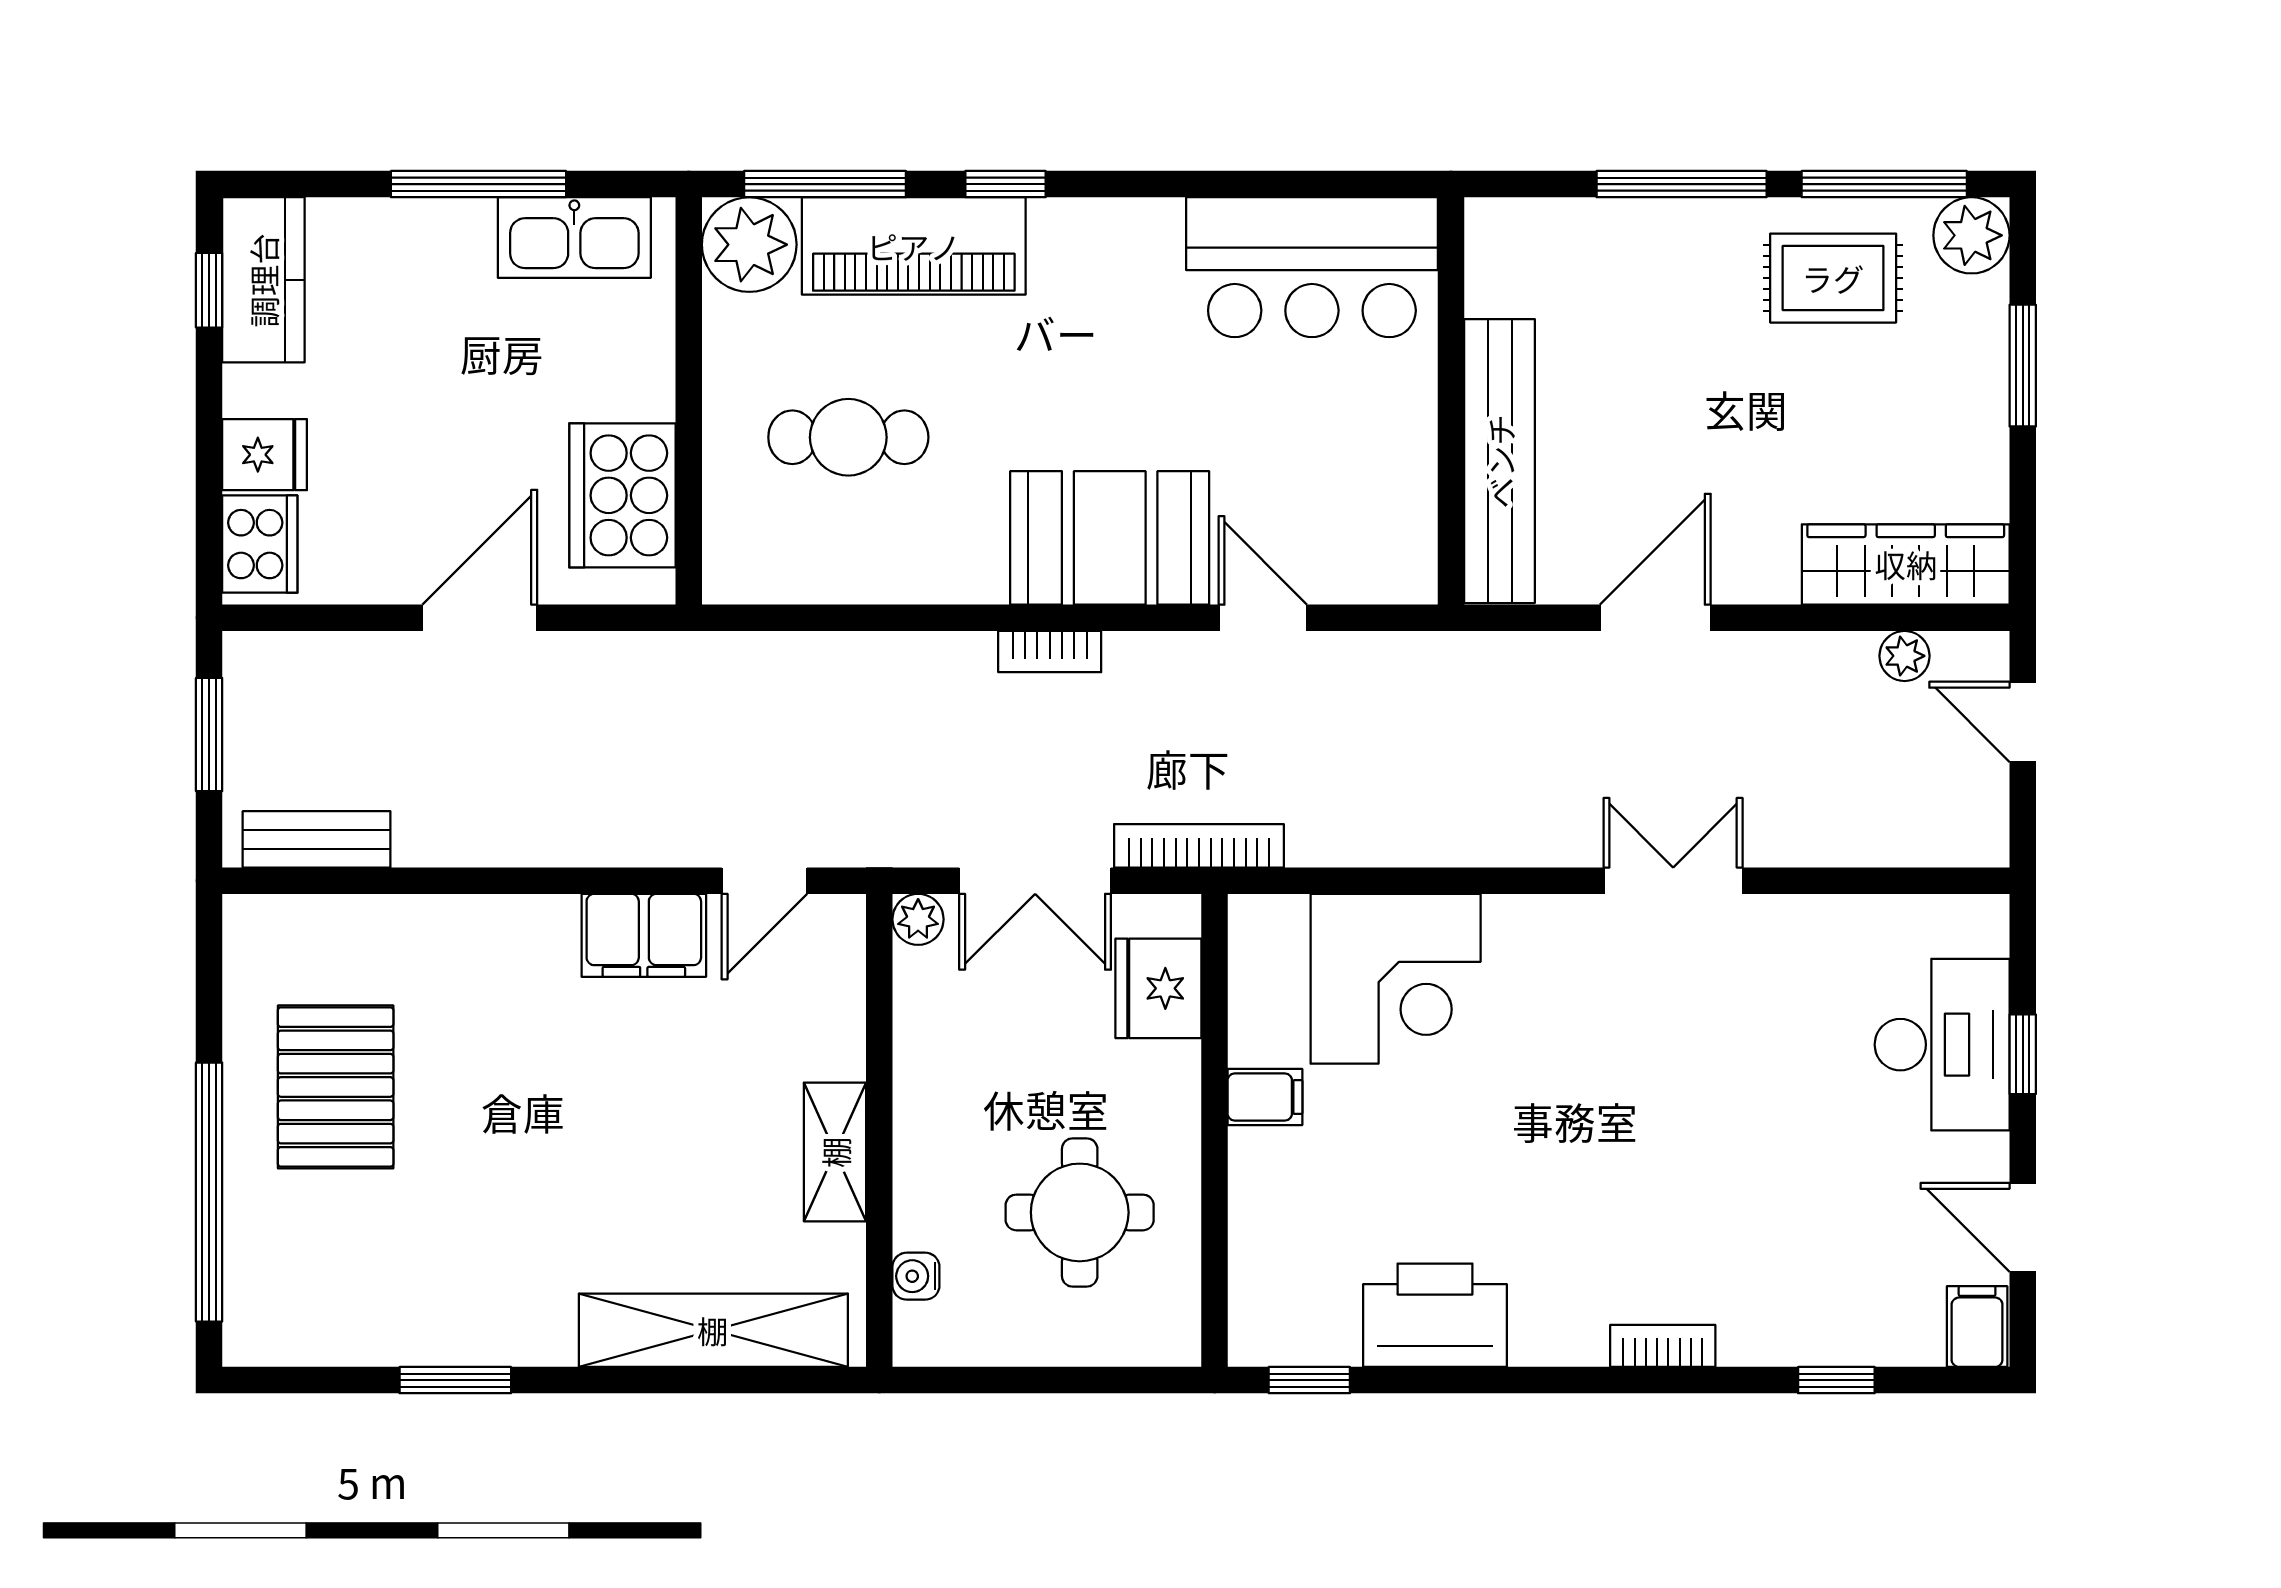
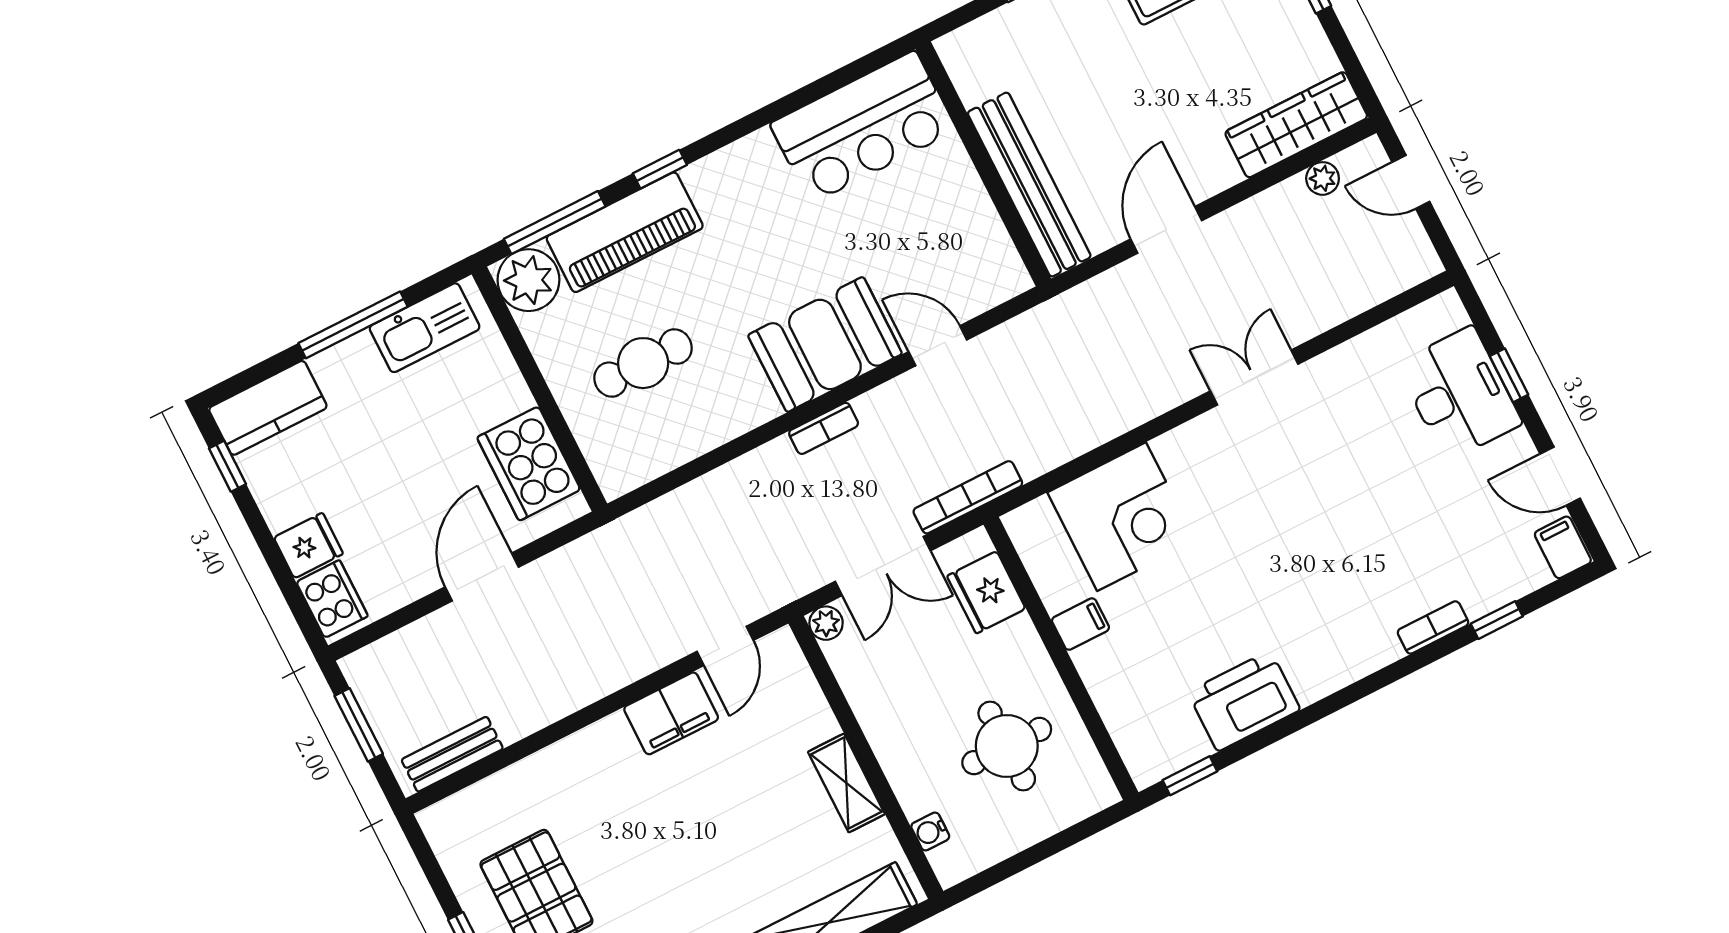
kitchen counter: (263, 280) -> (268, 408), moved, turned 90
bookcase: (1663, 1346) -> (1433, 627), moved

